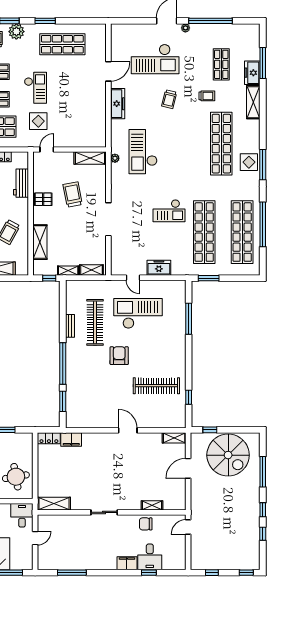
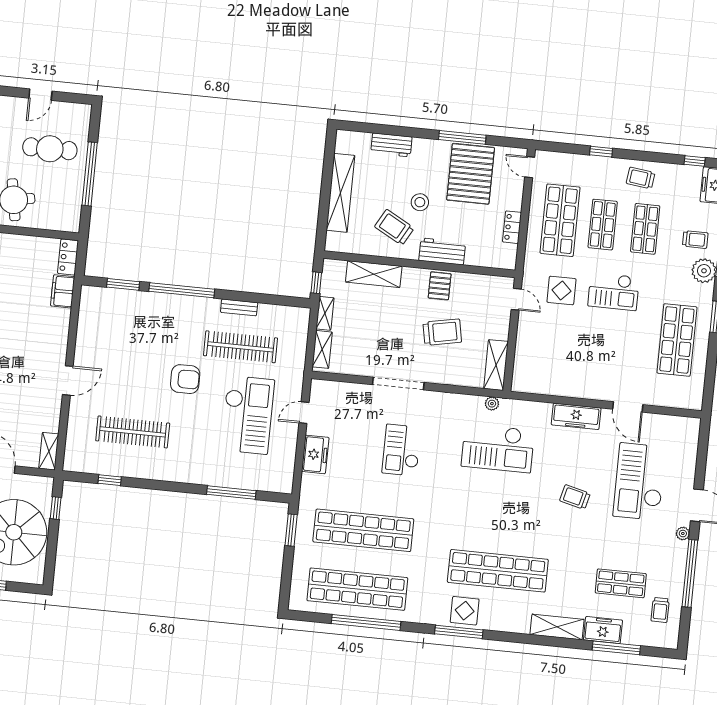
trolley: (207, 96) -> (660, 610), moved
checkout: (143, 152) -> (498, 448), turned 180
workbench: (21, 183) -> (442, 251), moved
checkout: (169, 211) -> (401, 450), moved
clothes rail: (156, 386) -> (133, 432), turned 90

